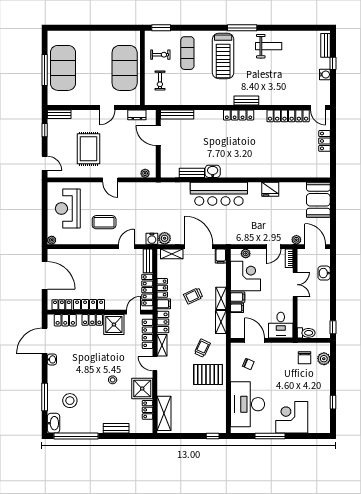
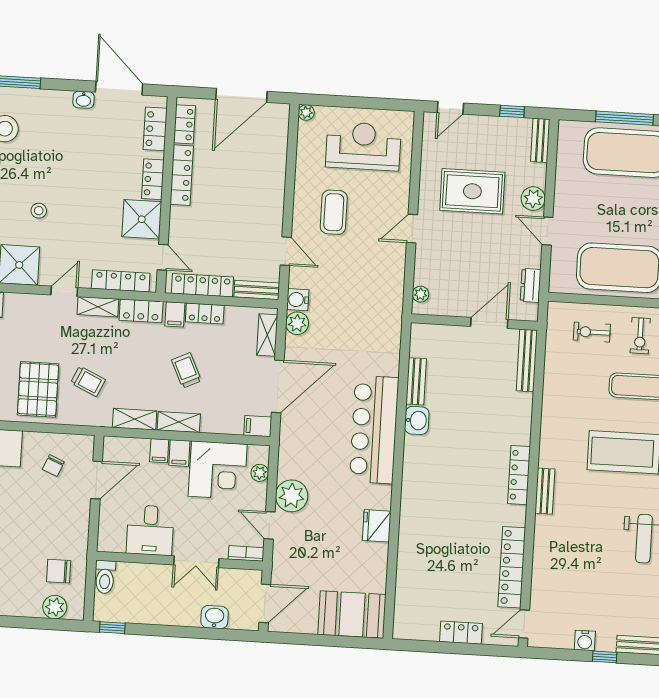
plant: (90, 116) -> (533, 199), added
plant: (296, 240) -> (292, 496), moved, width x1.87, depth x1.87
desk: (281, 325) -> (150, 530), moved, turned -90

